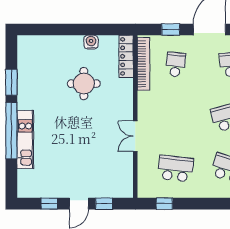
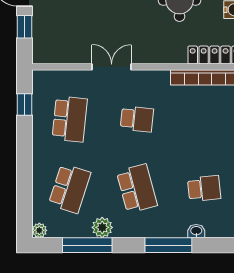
school desk: (176, 64) -> (137, 119), moved

